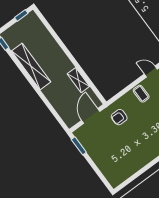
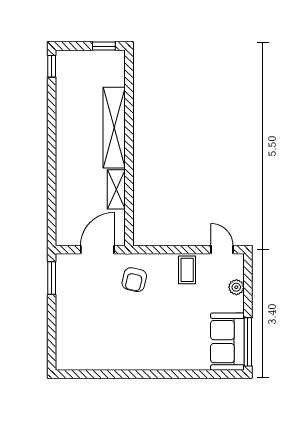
shelving: (31, 66) -> (114, 128), moved
armchair: (119, 117) -> (134, 280), turned -77

